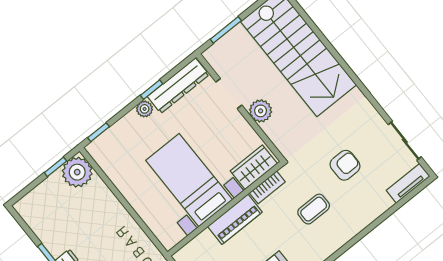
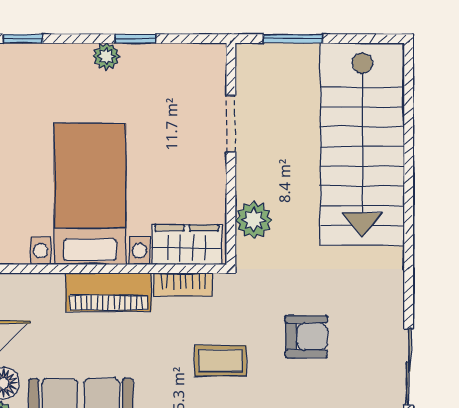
dresser: (178, 86) -> (174, 61), removed
plant: (261, 111) -> (254, 220), moved

